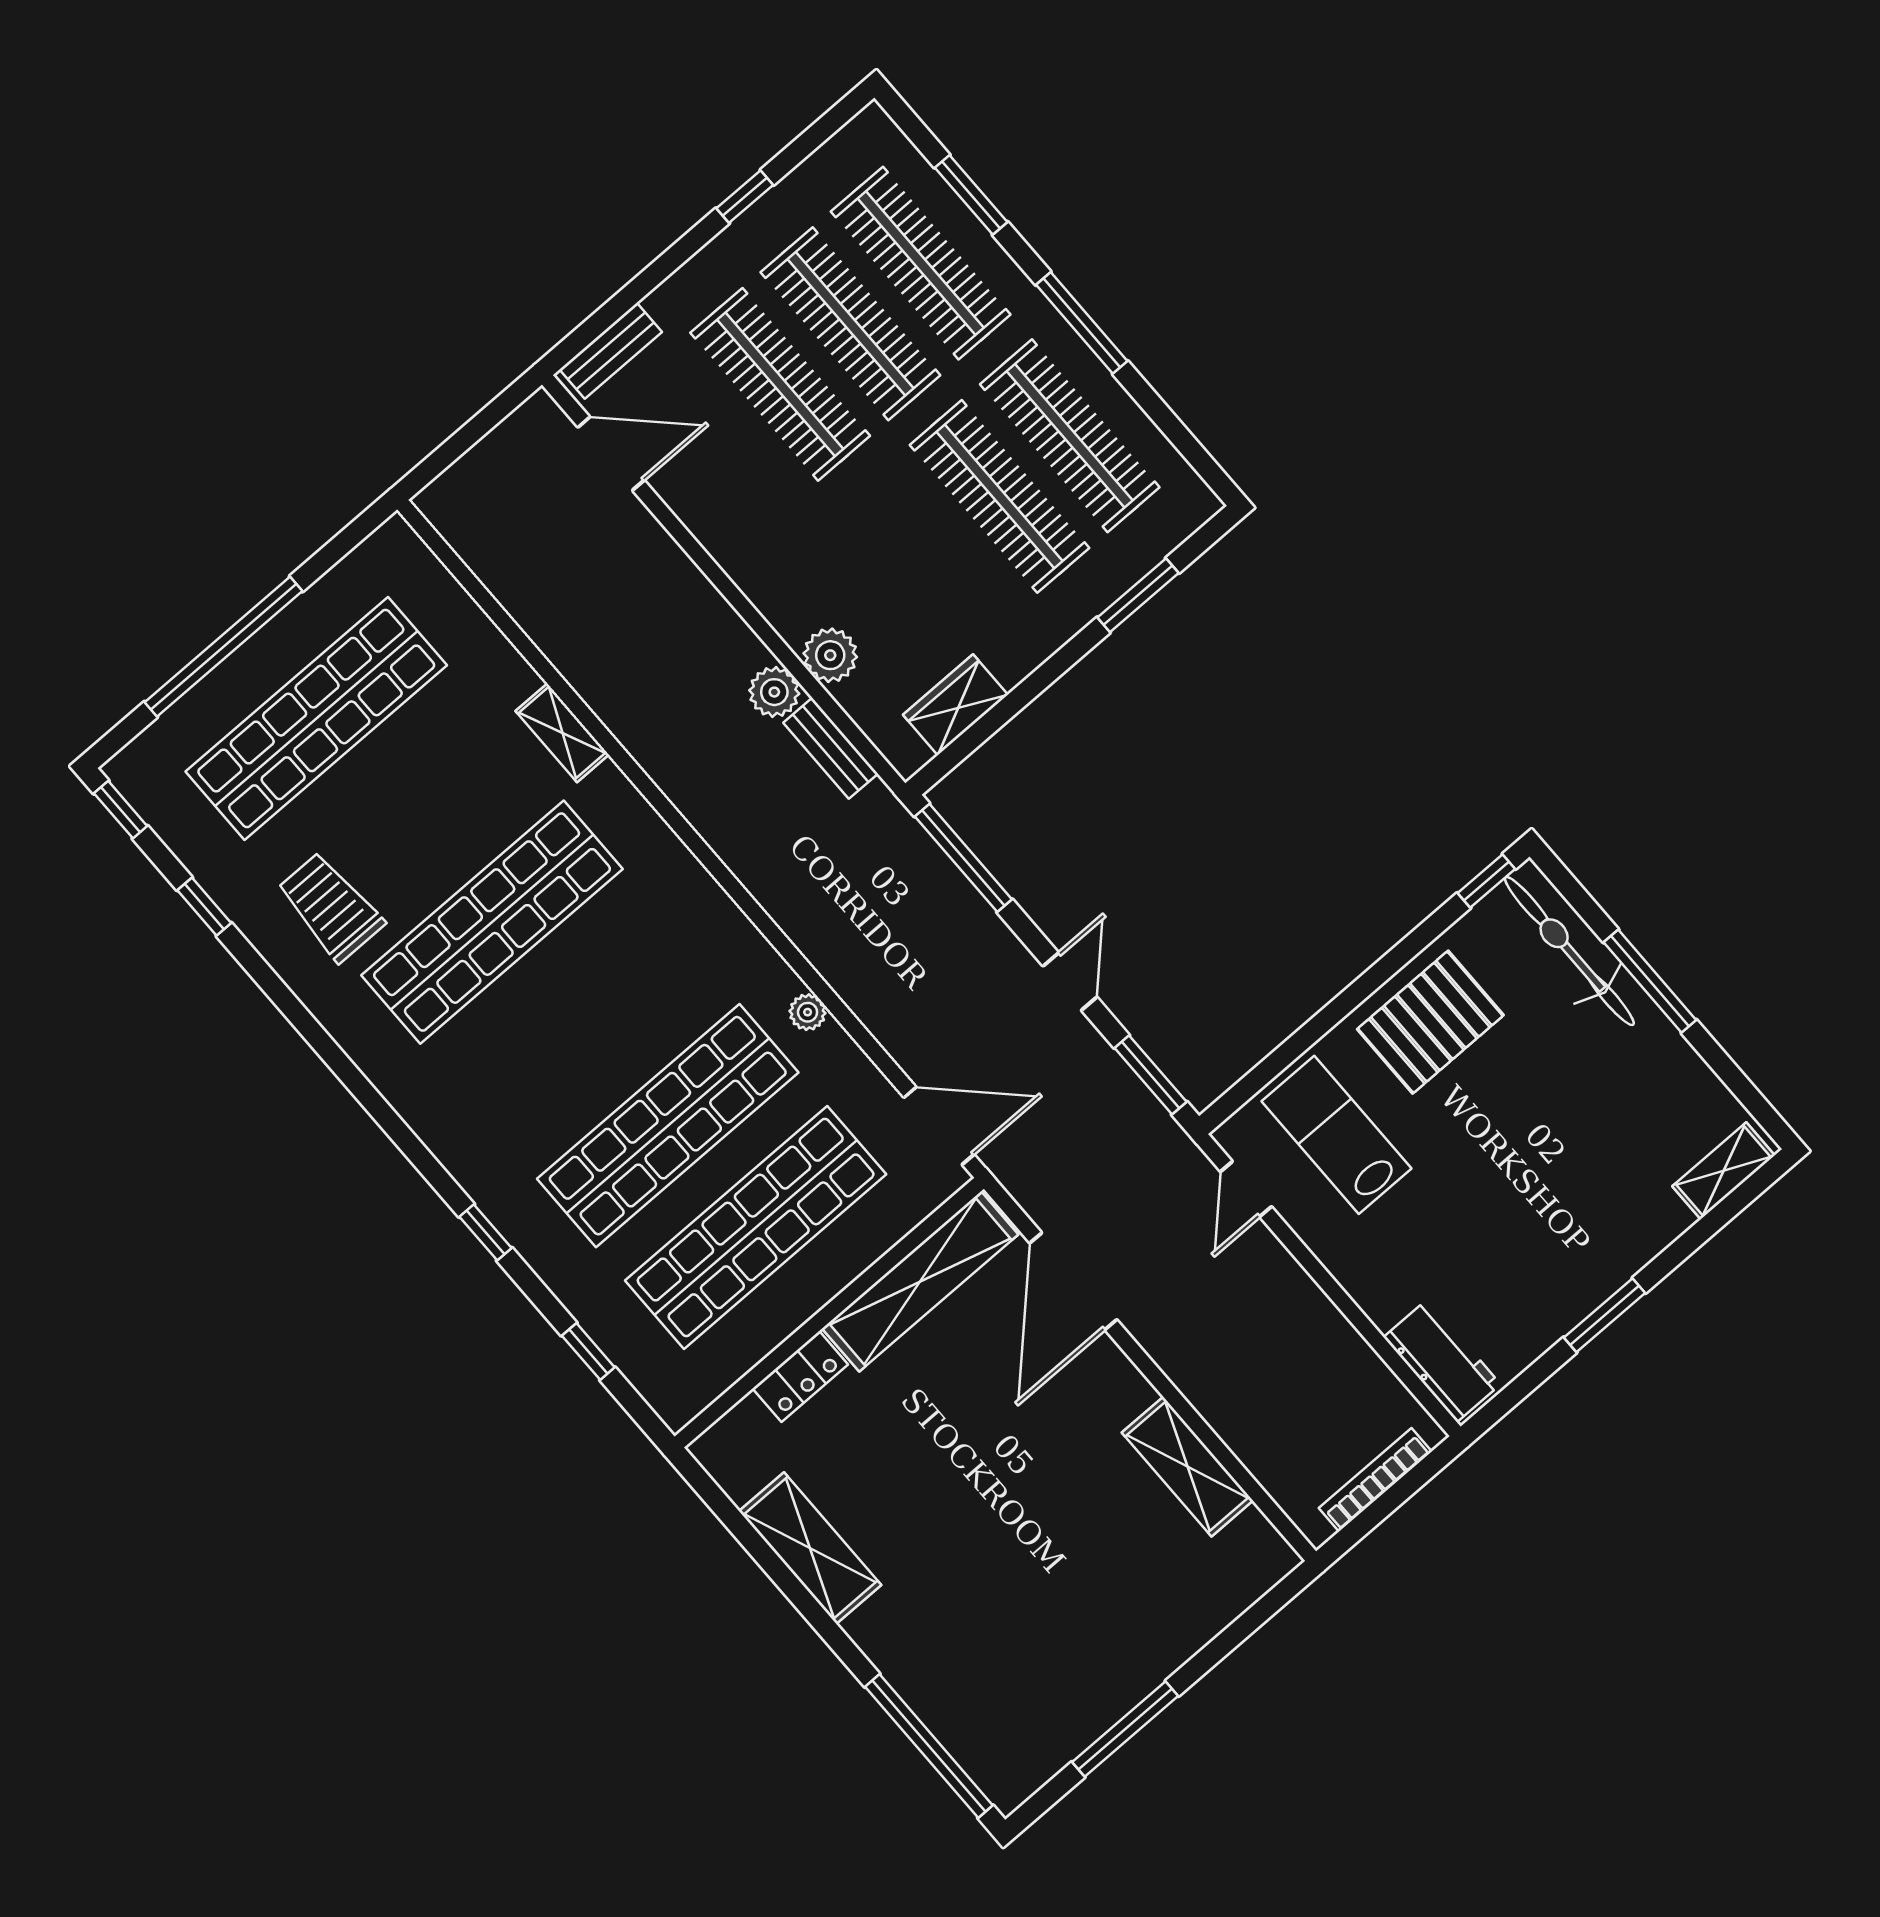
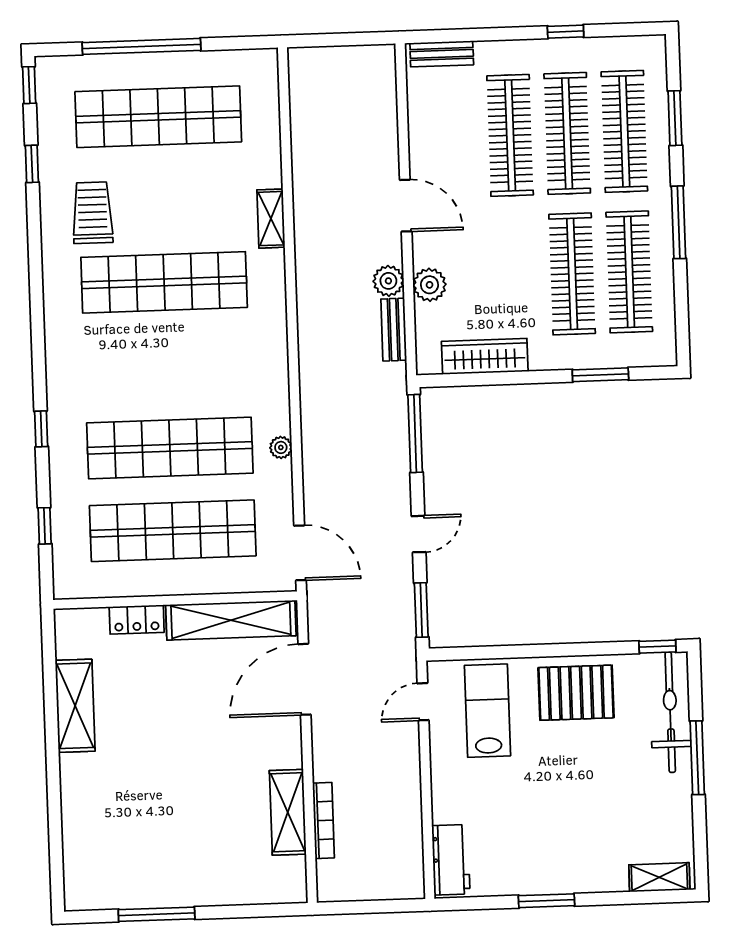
door: (611, 454) -> (406, 206), moved
wardrobe: (955, 705) -> (485, 356), width x1.50
bookcase: (1375, 1480) -> (324, 820), moved, turned 90
window: (929, 1746) -> (56, 847), removed

